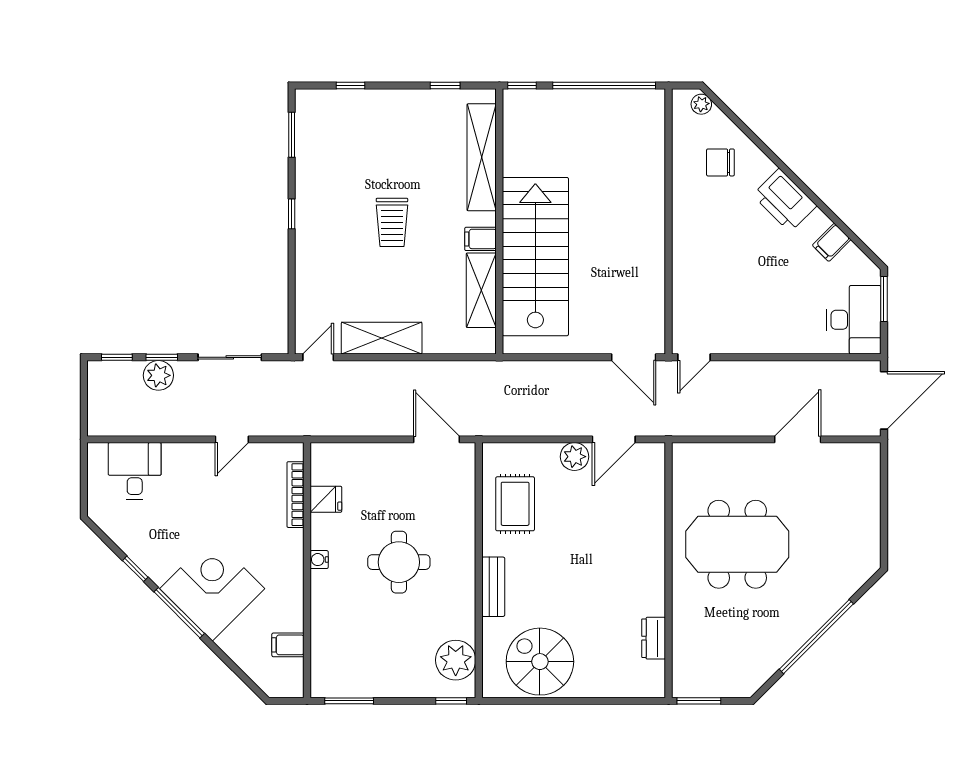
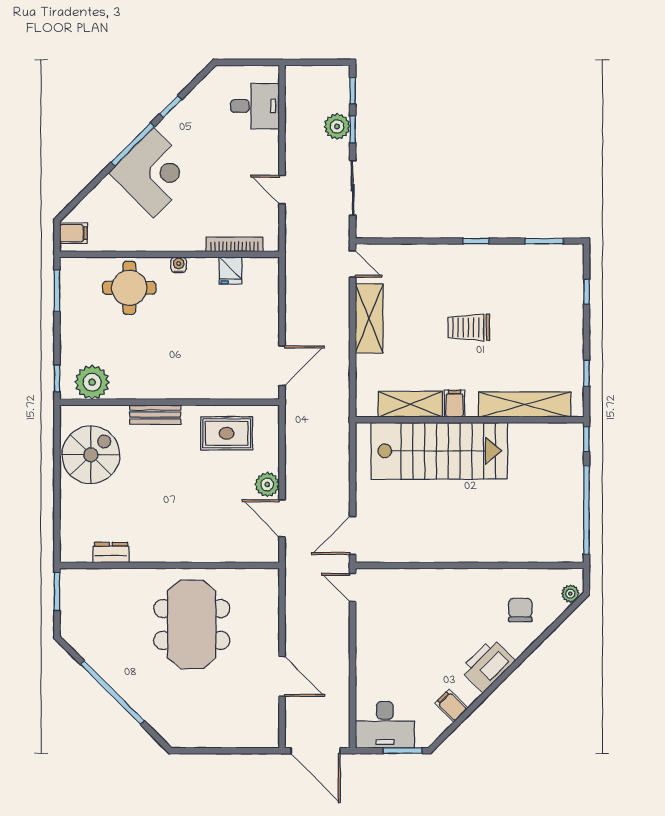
round table: (399, 562) -> (129, 288), moved
filing cabinet: (288, 645) -> (73, 233), moved, turned 90

